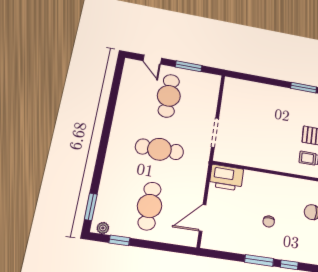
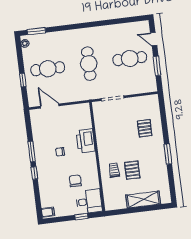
door: (152, 59) -> (154, 39), hinge flipped
pallet: (265, 105) -> (145, 128), added
printer: (226, 178) -> (86, 141), moved
window: (119, 240) -> (23, 80), moved

